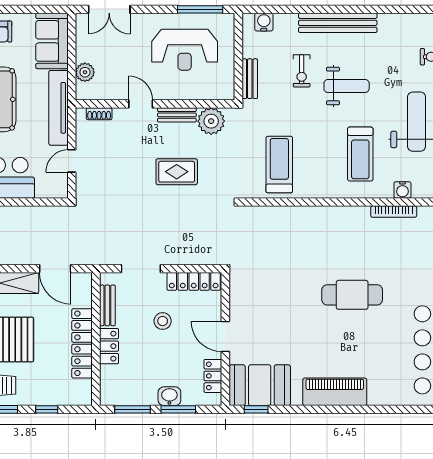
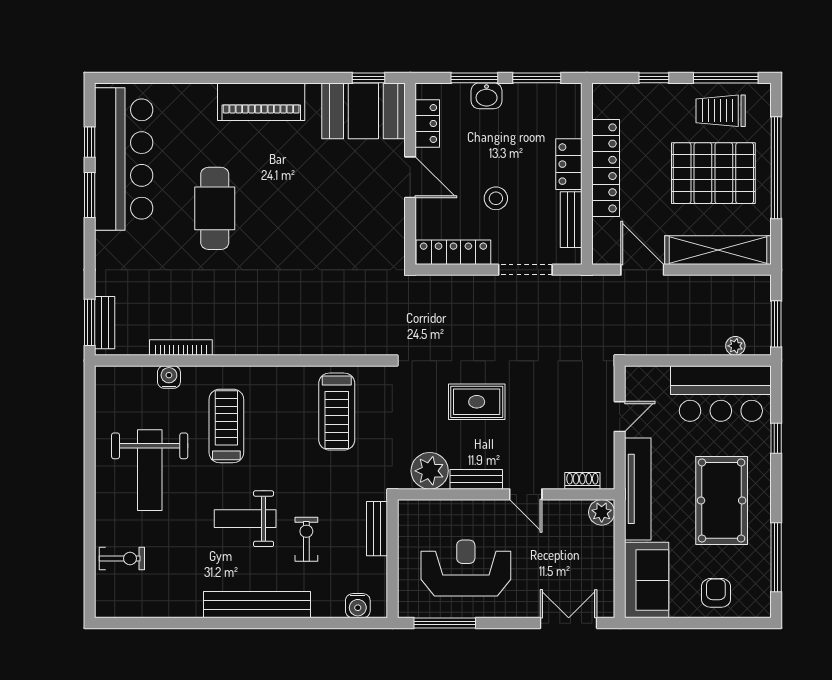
plant: (85, 72) -> (602, 512), moved
cafe table: (352, 295) -> (215, 208), moved, turned 90

